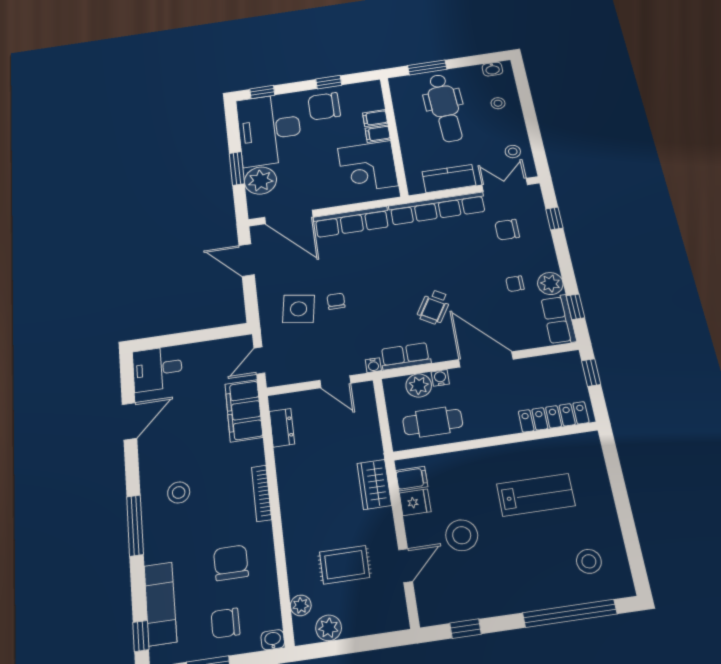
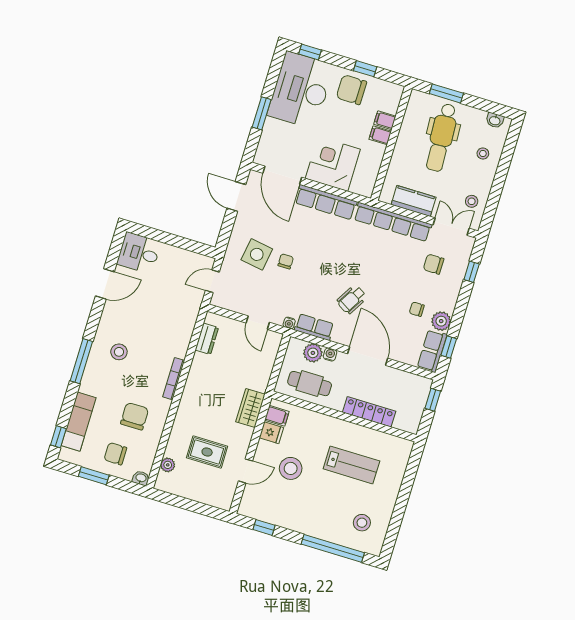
corner desk: (368, 167) -> (333, 164), moved, turned 90
plant: (260, 181) -> (275, 133), removed
filing cabinet: (244, 411) -> (186, 314), removed
locker: (554, 417) -> (369, 412), moved
plant: (329, 628) -> (179, 487), removed

